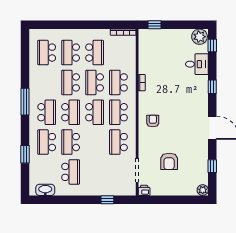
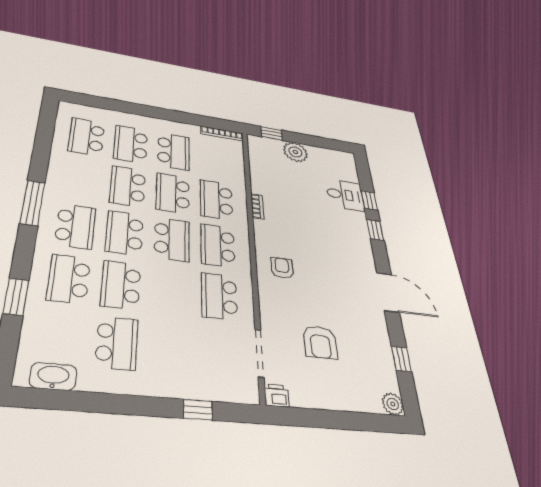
plant: (200, 37) -> (295, 152), moved
window: (212, 46) -> (369, 200), moved
school desk: (71, 112) -> (125, 233), turned 180

